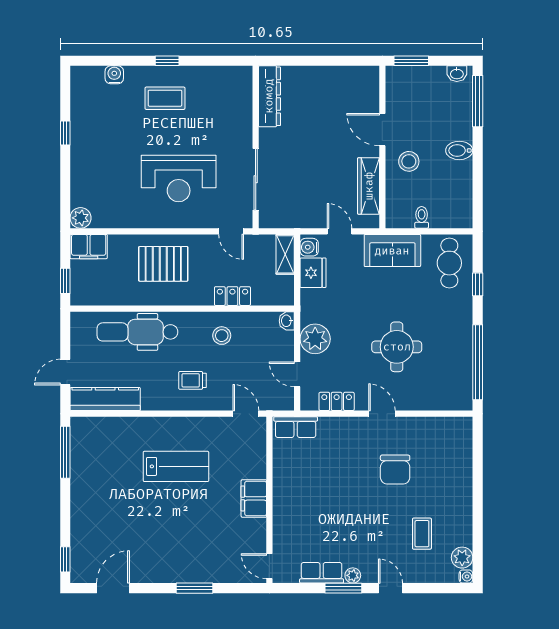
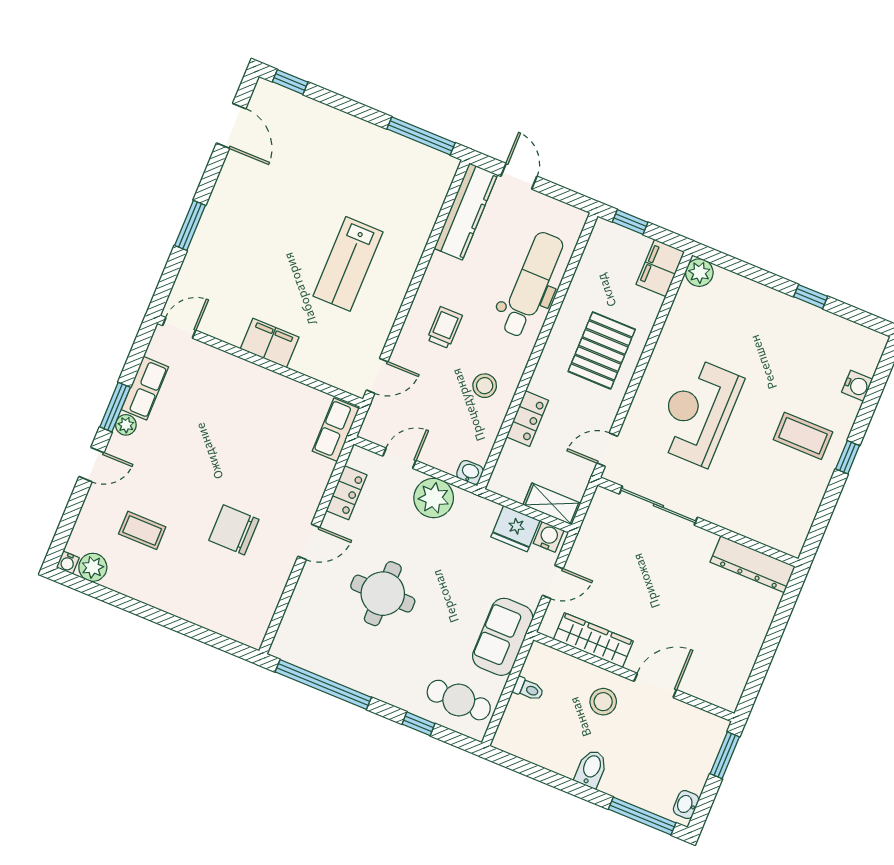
coffee table: (165, 98) -> (803, 436), turned 90

